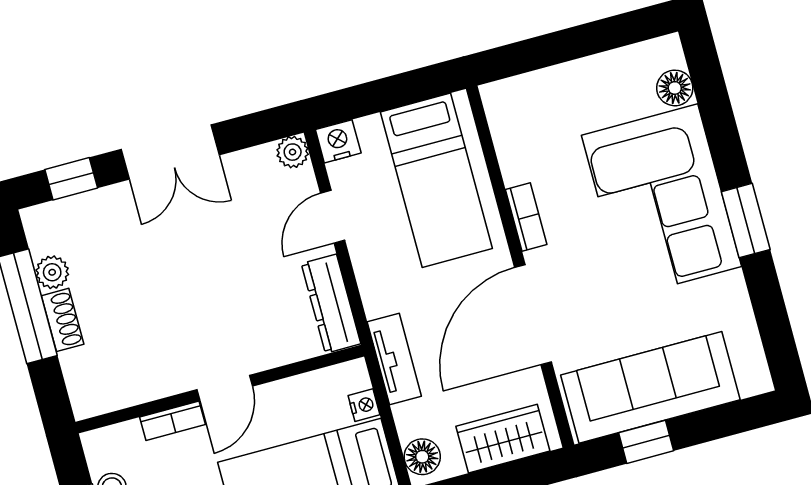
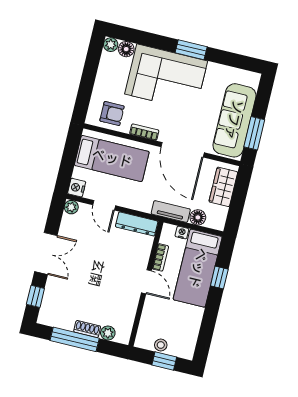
plant: (667, 51) -> (111, 45), added
armchair: (528, 131) -> (112, 114), added
plant: (52, 272) -> (108, 333), moved
bookcase: (173, 421) -> (160, 257), moved
window: (646, 442) -> (254, 133), width x1.50
floor lamp: (422, 457) -> (198, 217), moved

